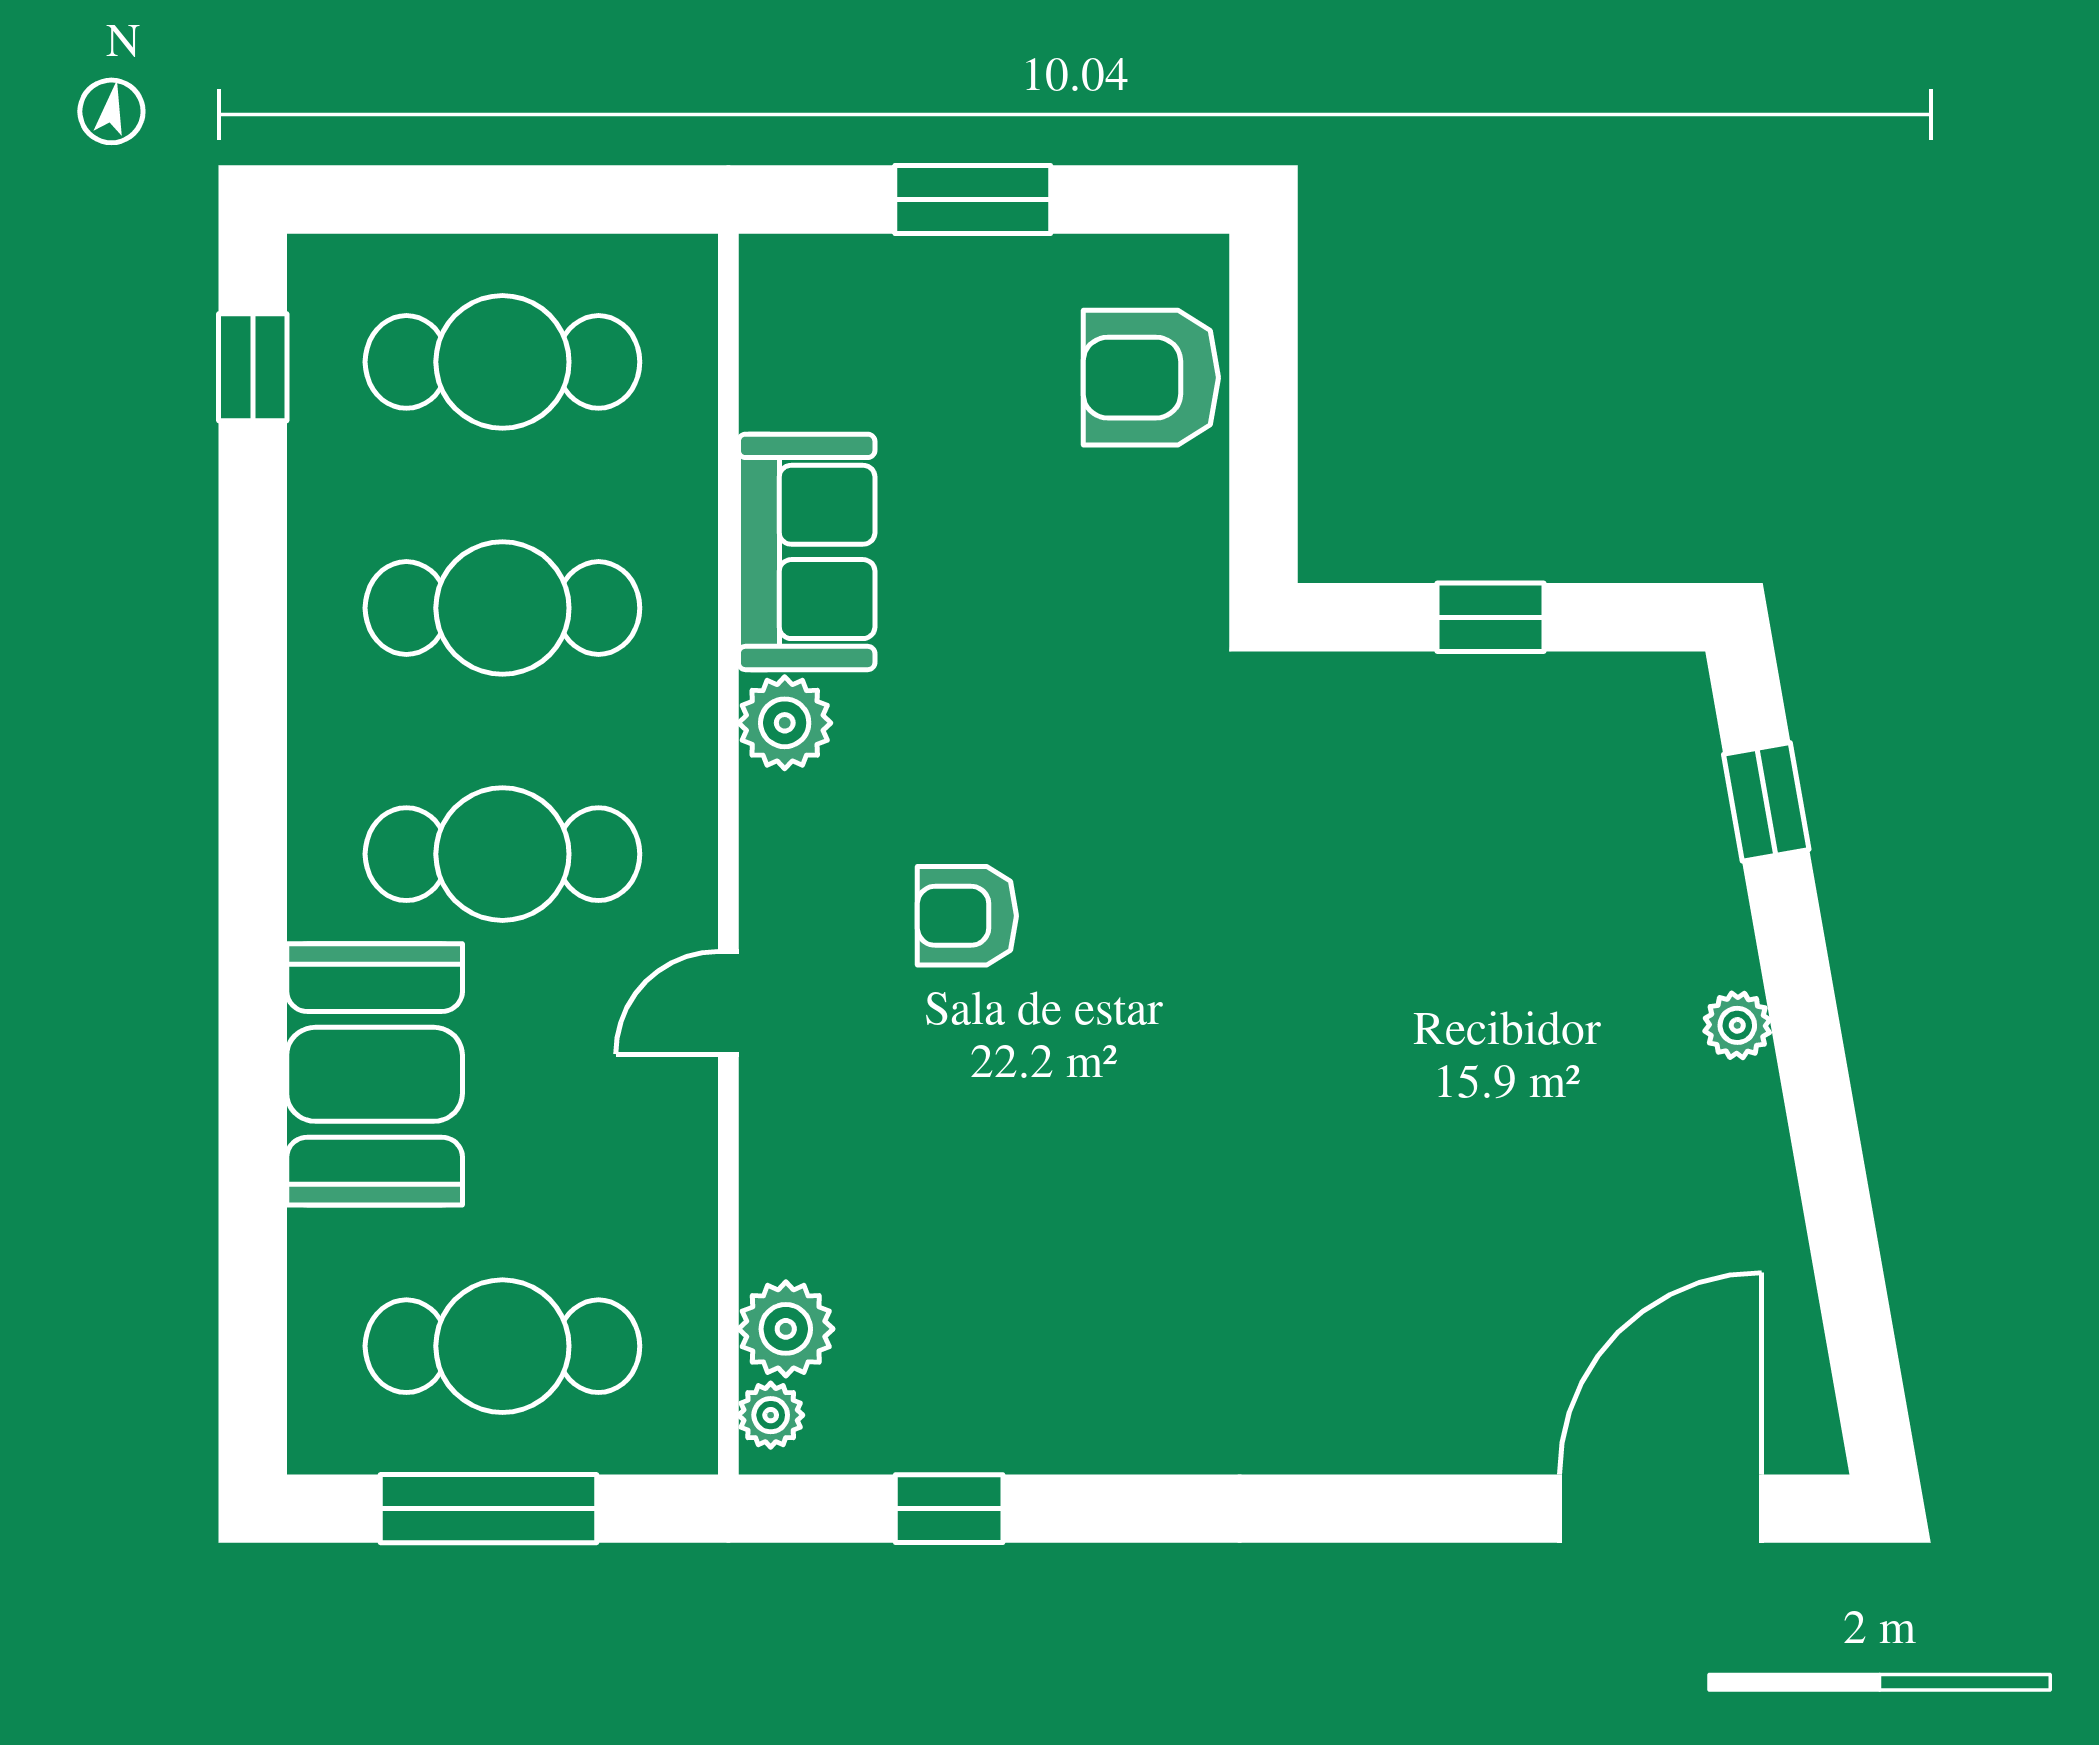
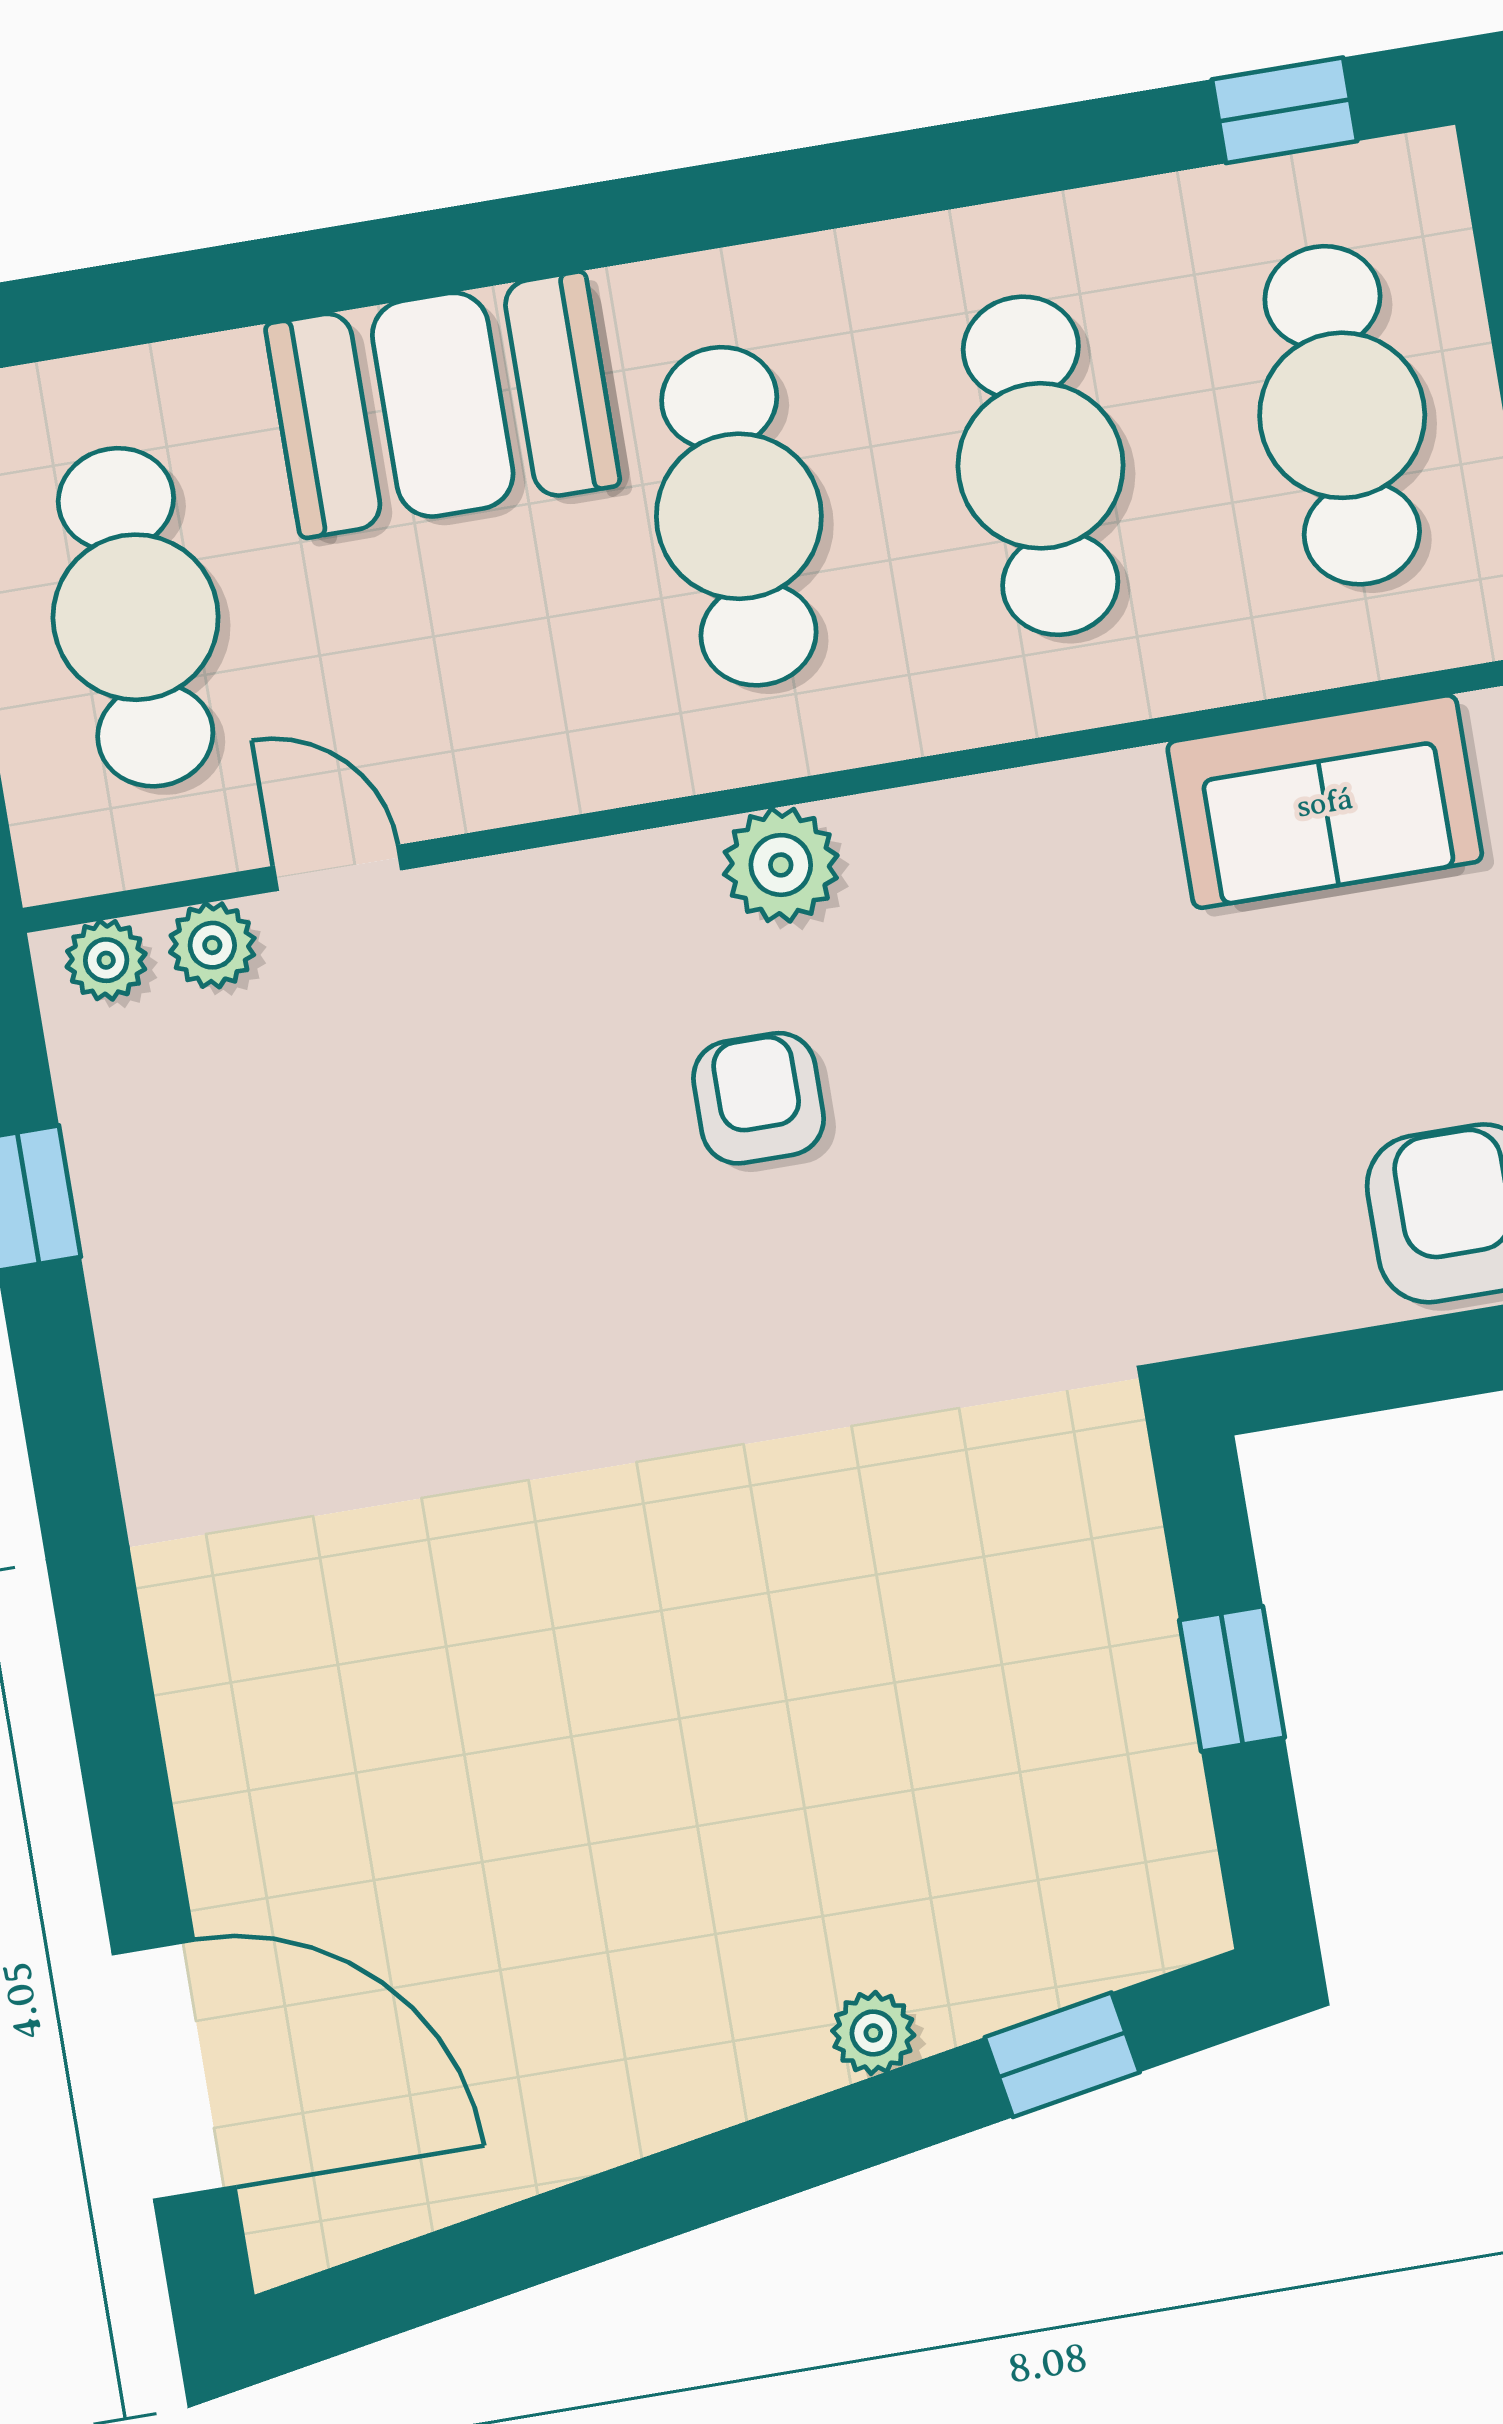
sofa: (807, 552) -> (1325, 802), moved
plant: (785, 723) -> (781, 865), moved
door: (728, 1003) -> (338, 868), moved
plant: (1737, 1025) -> (873, 2033), moved
plant: (786, 1329) -> (212, 945), width x0.73, depth x0.73

